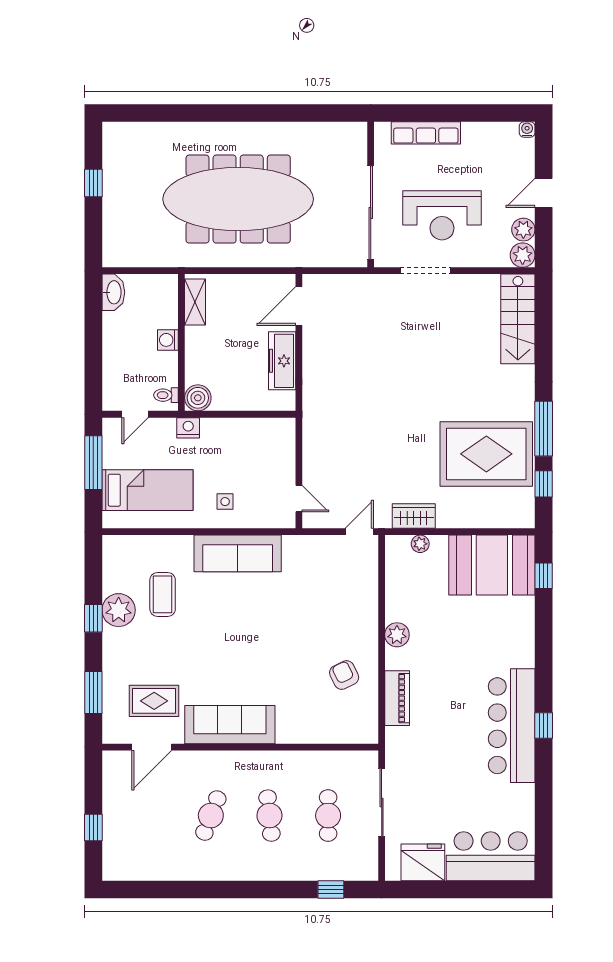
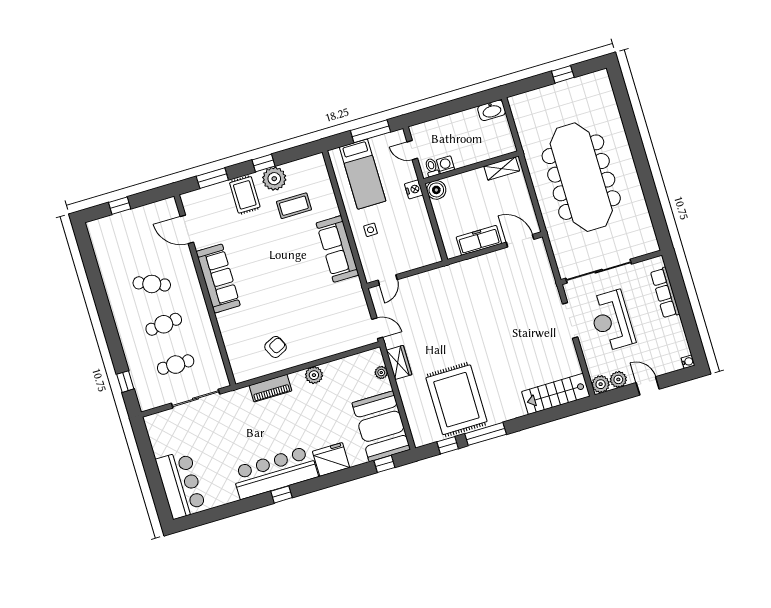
washing machine: (168, 340) -> (446, 165), moved
rug: (154, 701) -> (245, 195), moved
fridge: (423, 862) -> (331, 459), moved, turned -90

